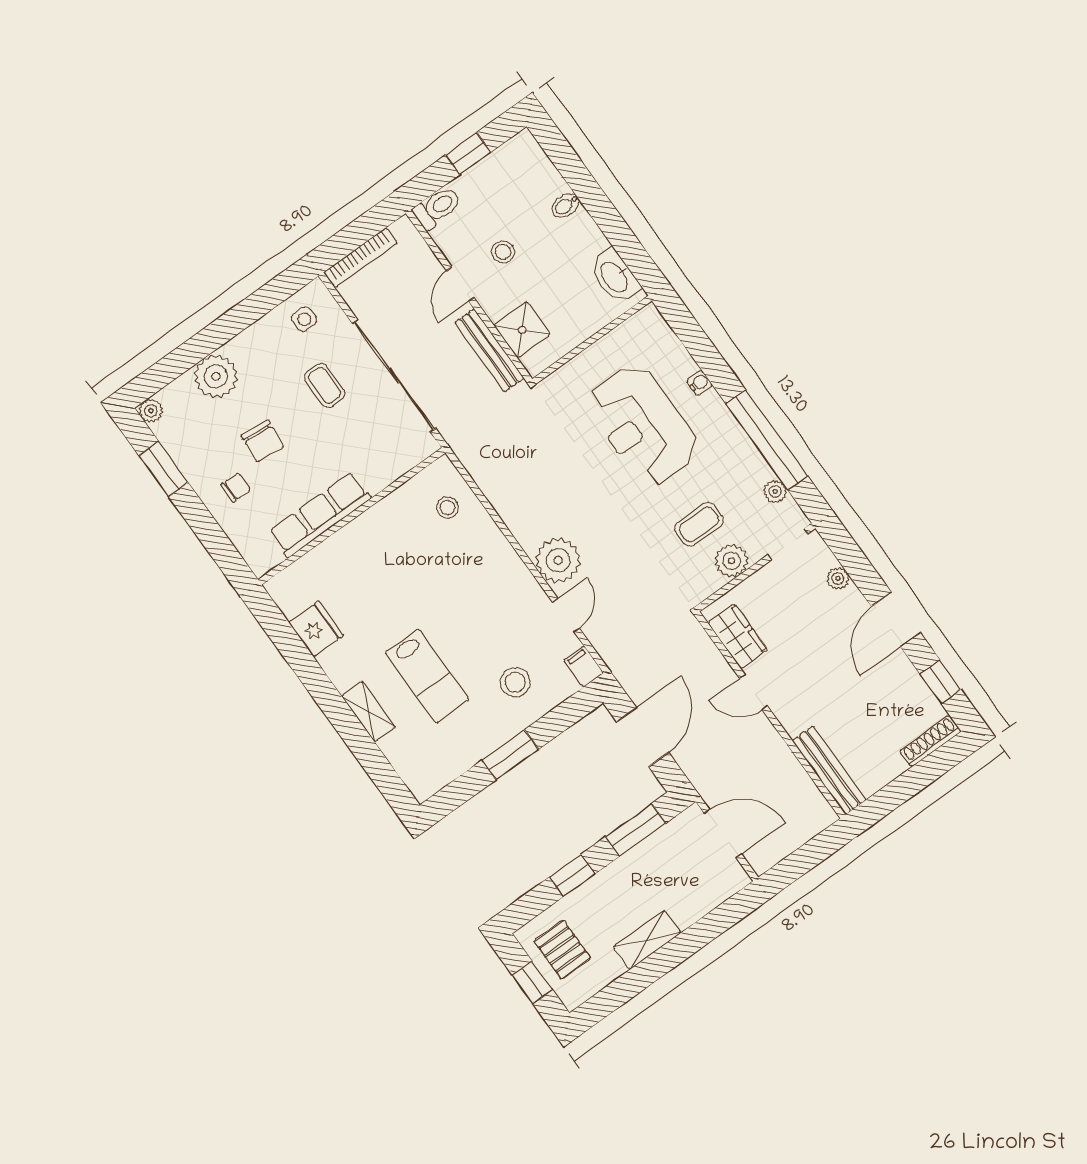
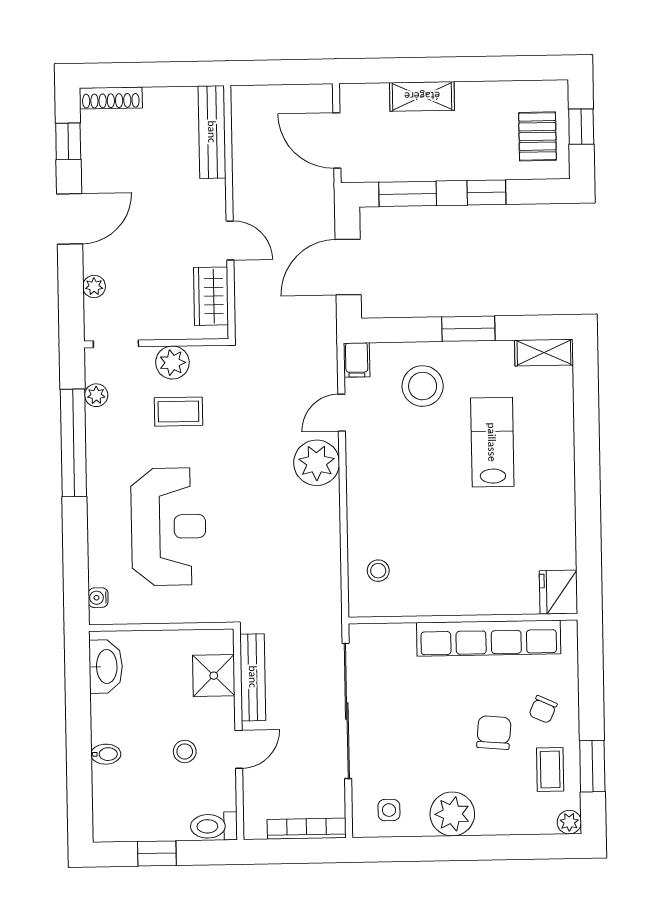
plant: (216, 376) -> (452, 814), moved
water cooler: (699, 383) -> (98, 598), moved
coffee table: (325, 385) -> (550, 769), moved
chair: (236, 487) -> (543, 709), turned -66
row of seats: (320, 515) -> (489, 638), width x1.36
fridge: (316, 629) -> (558, 592), moved
stool: (515, 682) -> (423, 386), width x1.38, depth x1.38
shelving: (368, 712) -> (544, 353), moved, turned 90
shelving: (647, 940) -> (422, 96), moved

